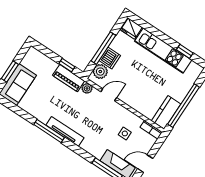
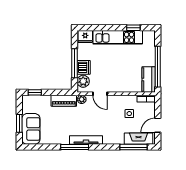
window: (67, 65) -> (35, 92), moved
door: (109, 95) -> (100, 94), swing flipped

